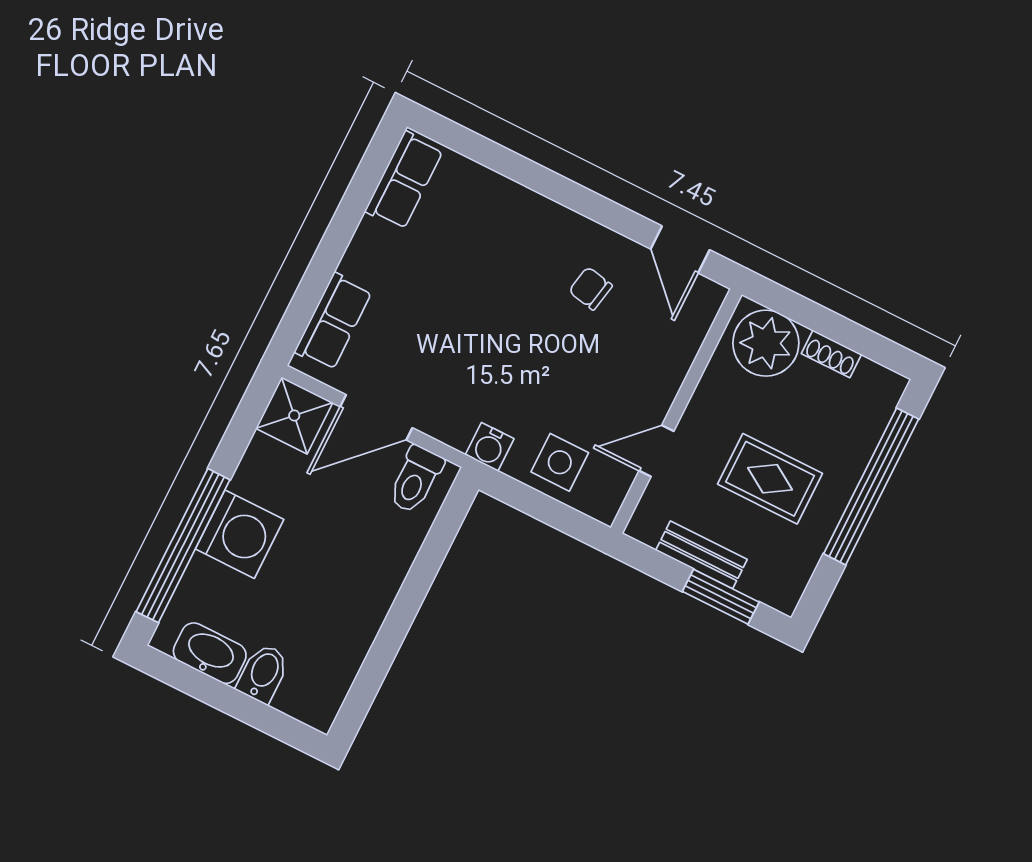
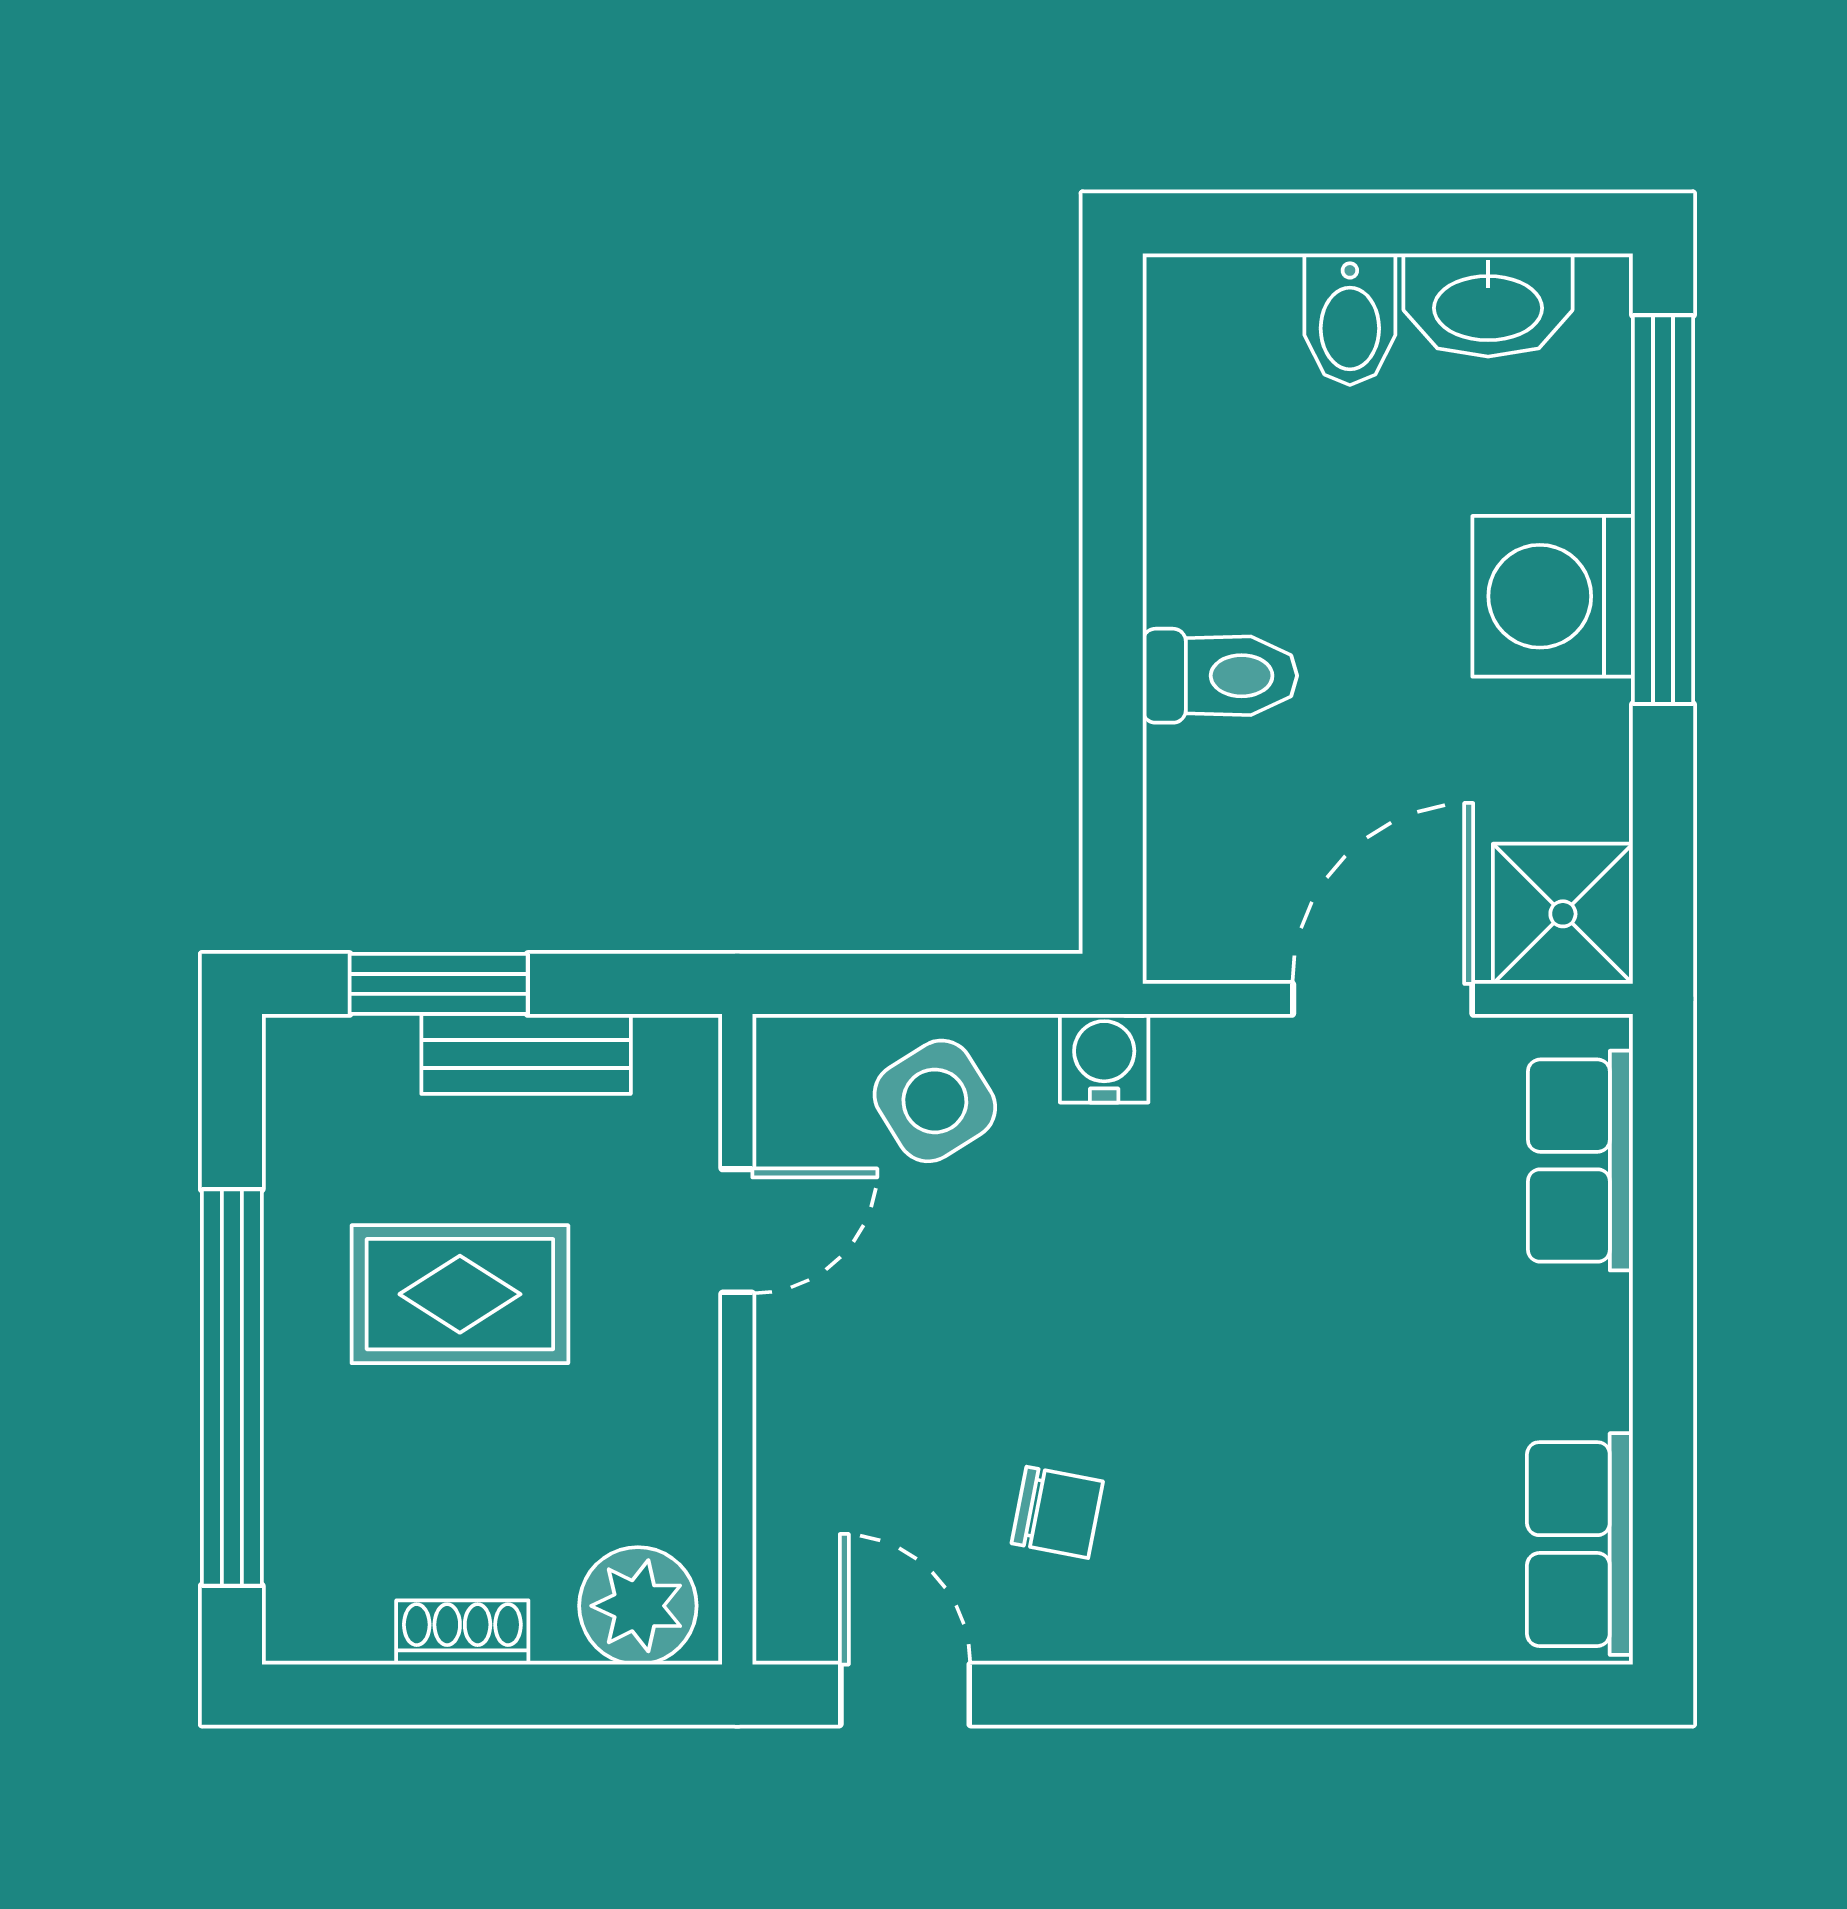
plant: (766, 343) -> (638, 1606), width x0.73, depth x0.73
side table: (560, 462) -> (935, 1101), turned -32
toilet: (416, 480) -> (1220, 676), moved, turned 90

